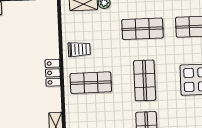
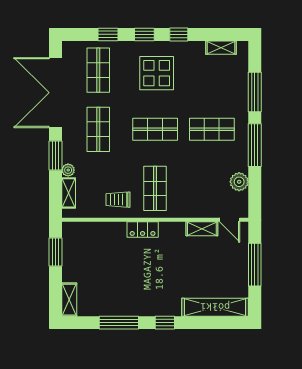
trolley: (79, 49) -> (118, 200), turned -90

